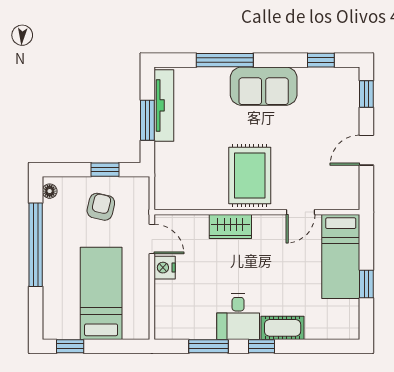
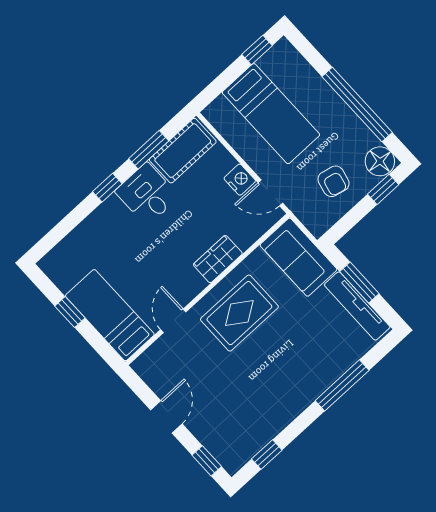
sofa: (264, 86) -> (298, 257), moved, turned -90
window: (105, 170) -> (383, 189), moved
rug: (250, 175) -> (239, 313), turned 90
floor lamp: (50, 191) -> (380, 161), width x1.89, depth x1.89
cot: (283, 328) -> (183, 151), moved, width x1.37, depth x1.34

